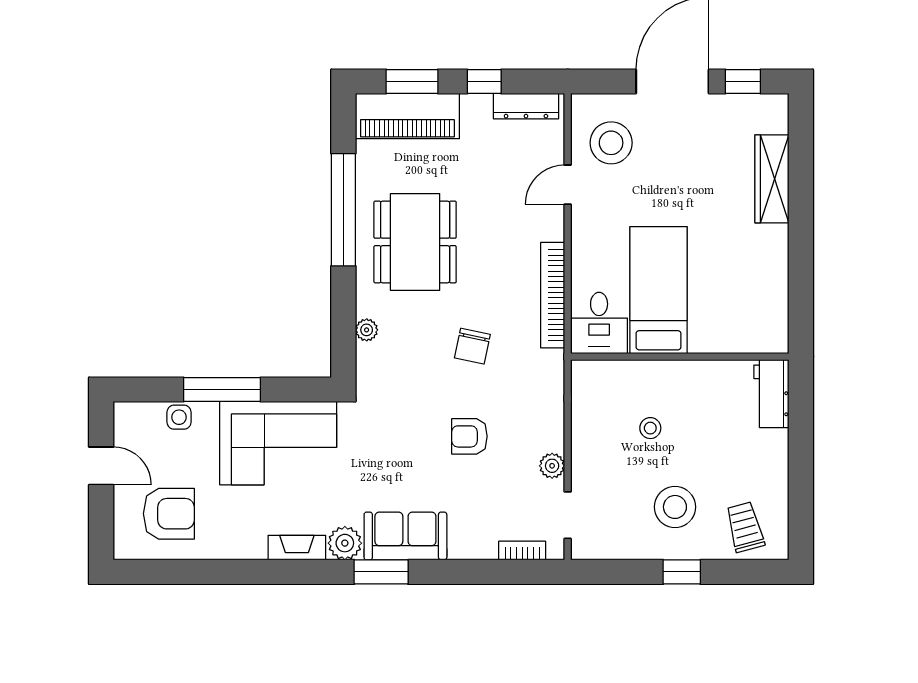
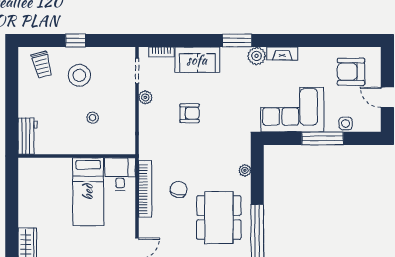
chair: (472, 346) -> (179, 189), moved
sofa: (405, 536) -> (197, 60), moved

